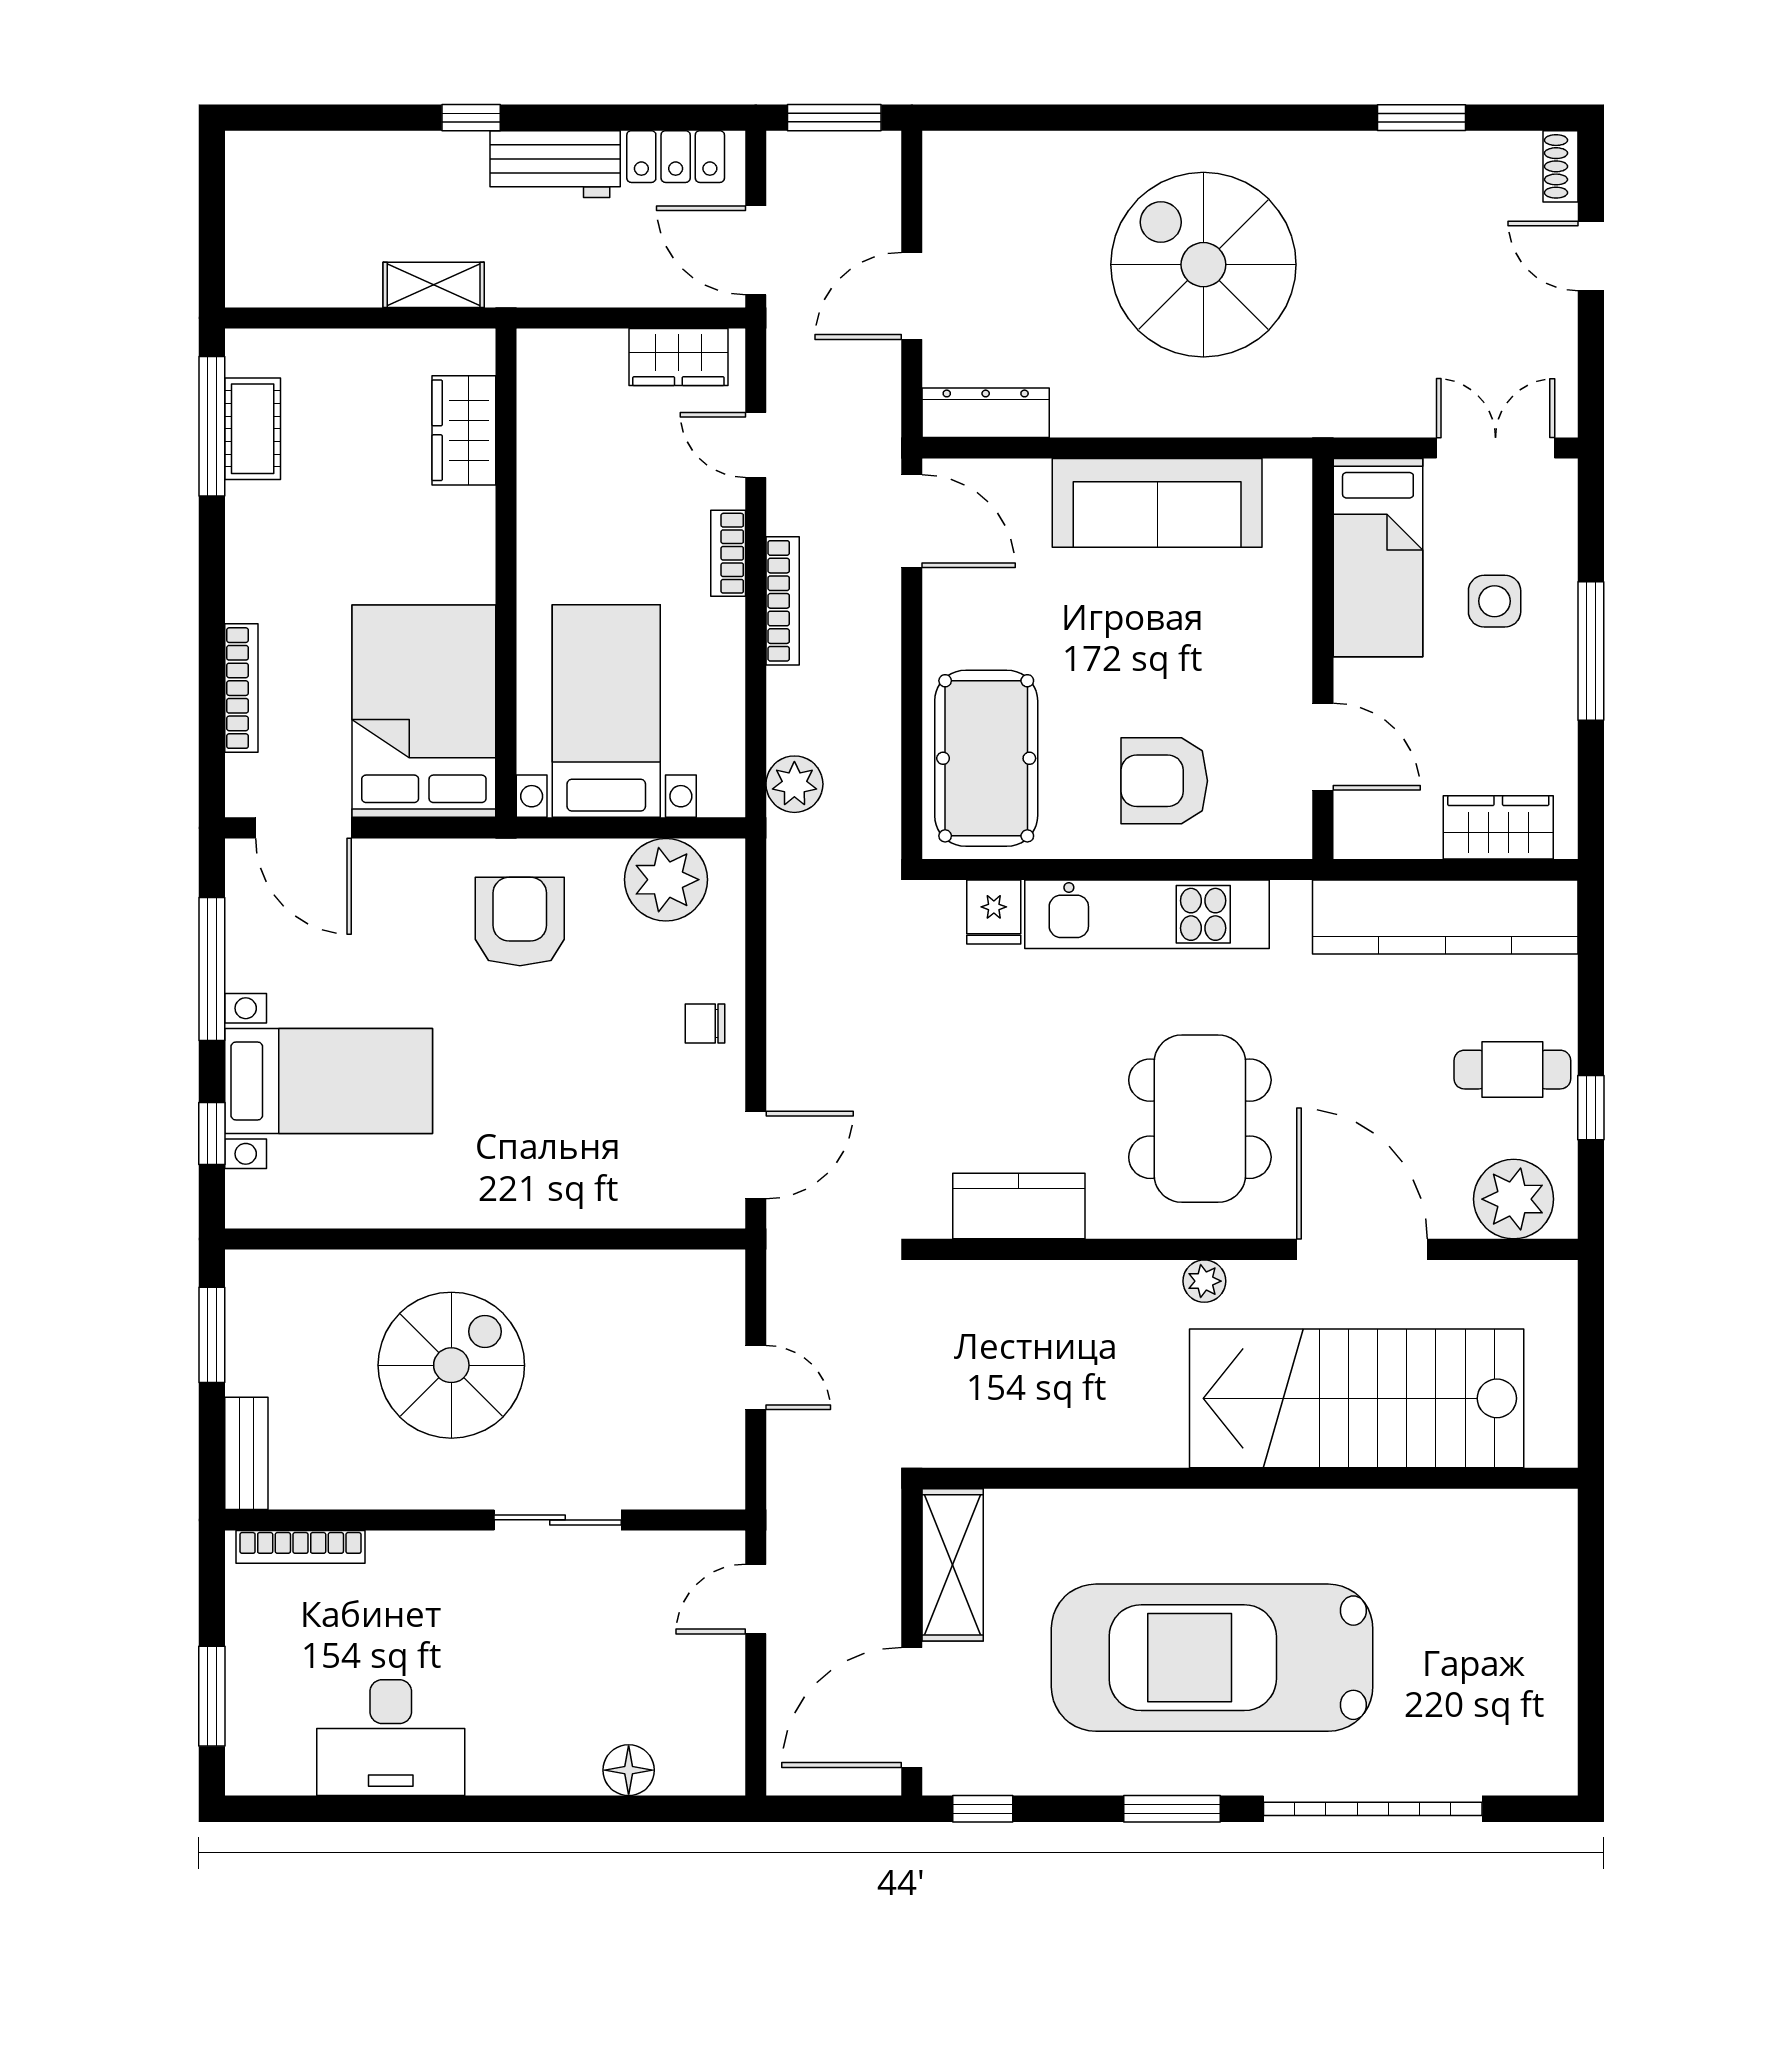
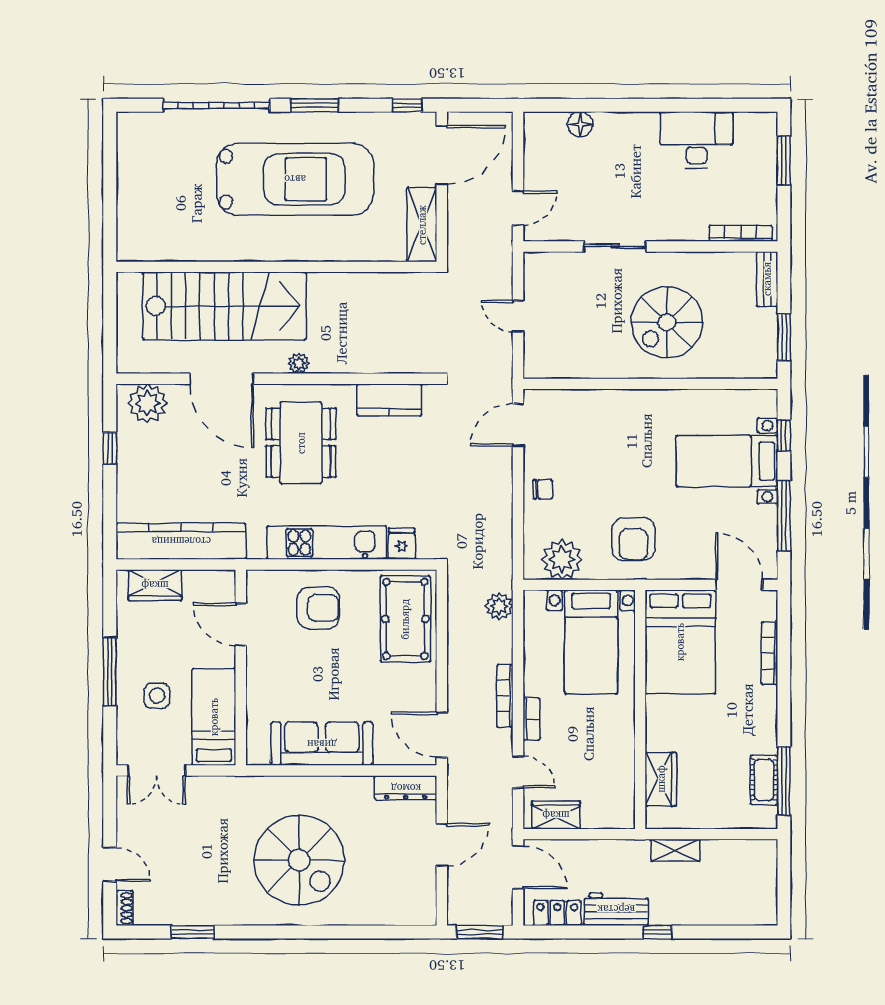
cafe table: (1512, 1070) -> (148, 467), removed

